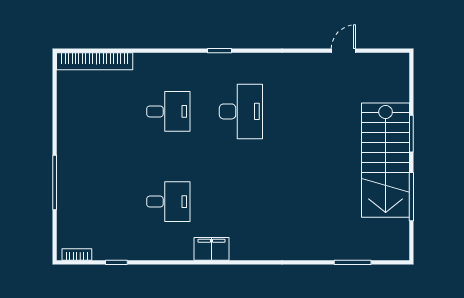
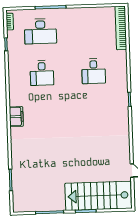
desk: (241, 111) -> (40, 31), moved
stairs: (386, 160) -> (98, 196), moved
filing cabinet: (212, 249) -> (16, 117), moved

